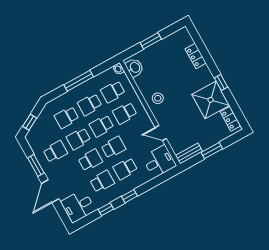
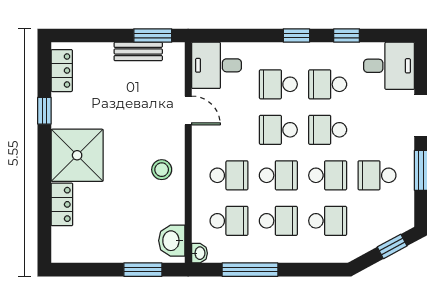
window: (151, 41) -> (143, 270), moved
window: (79, 81) -> (250, 270), moved
window: (221, 82) -> (44, 111), moved
shower: (211, 100) -> (77, 155), moved
window: (212, 151) -> (153, 36), moved
bench: (189, 153) -> (138, 51), moved
school desk: (125, 169) -> (278, 84), turned 180

